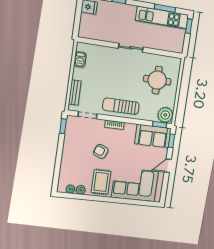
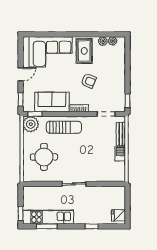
barbecue: (80, 59) -> (120, 154), moved
sun lounger: (121, 106) -> (64, 127), moved
sofa: (153, 136) -> (52, 102), moved

